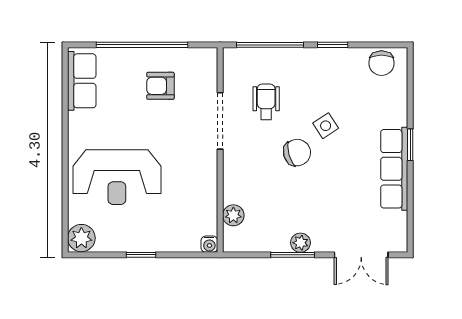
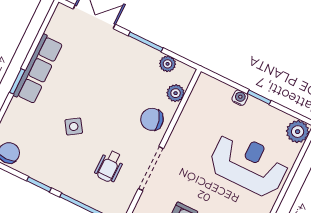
chair: (297, 153) -> (152, 119), moved
plant: (300, 243) -> (168, 64), moved
water cooler: (209, 244) -> (240, 98), moved

